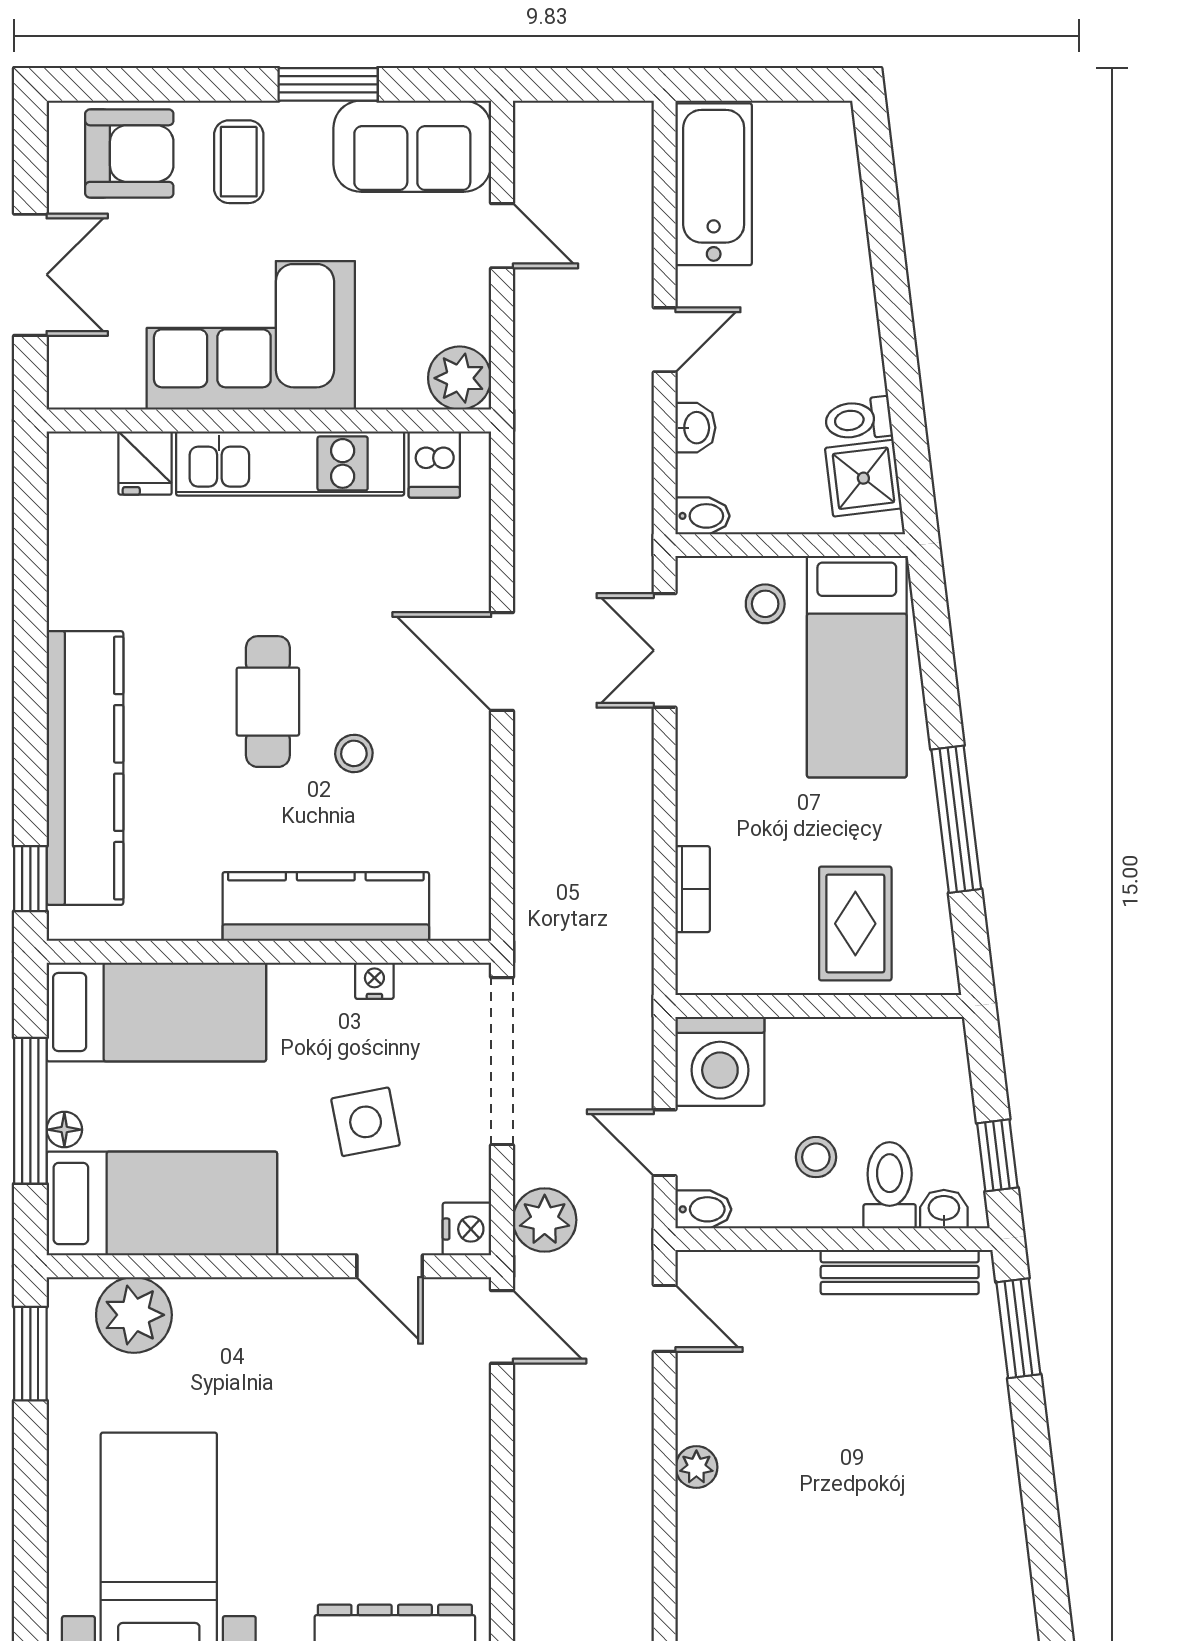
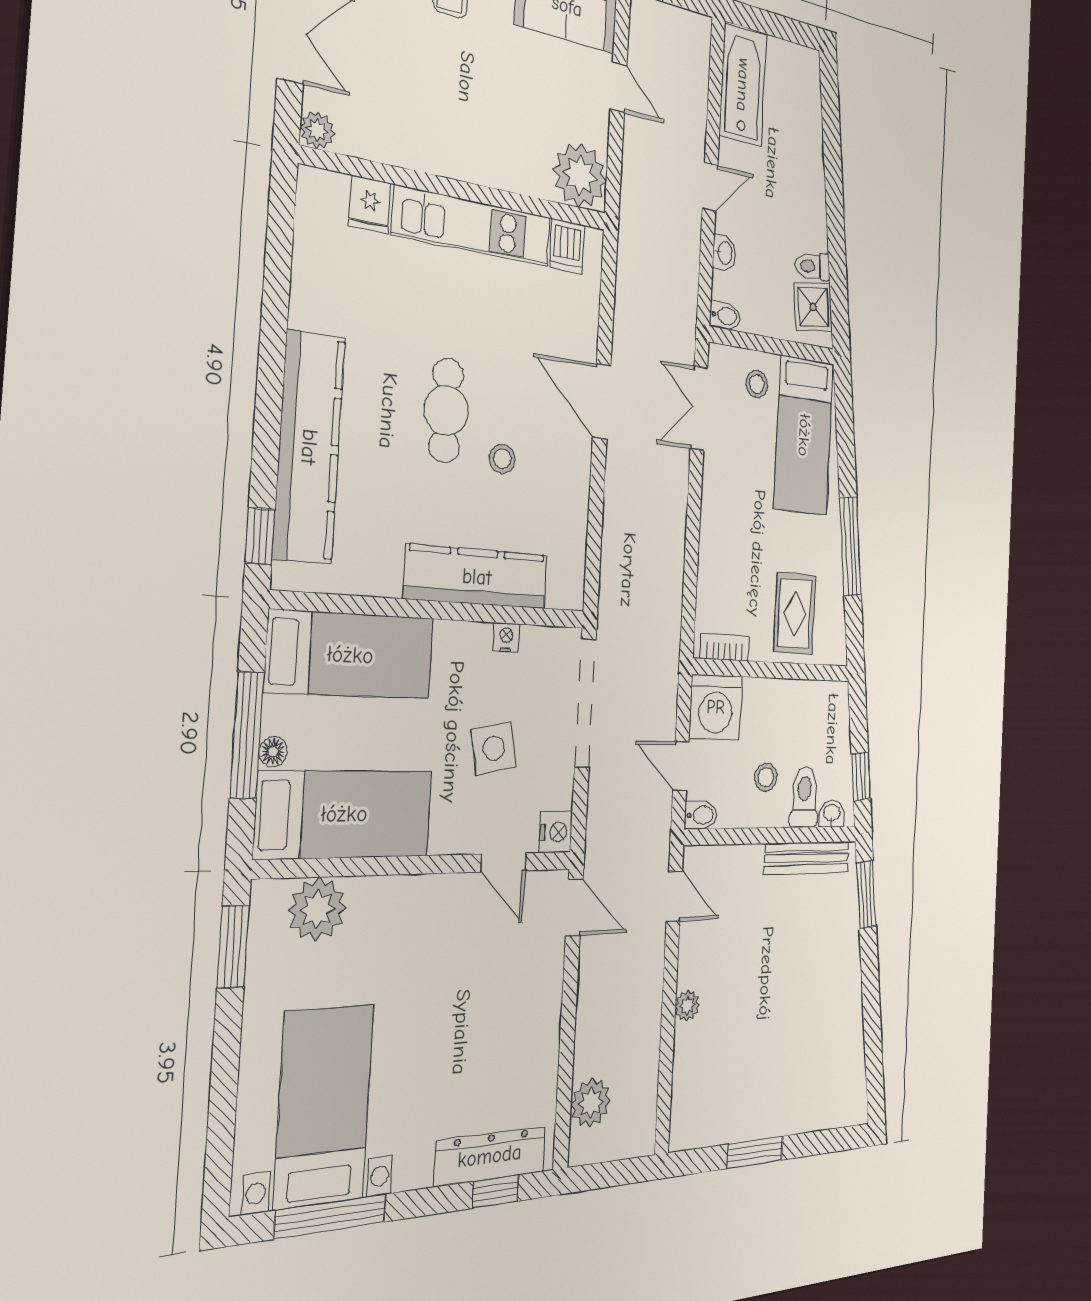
corner sofa: (251, 335) -> (451, 120), removed
plant: (460, 378) -> (580, 175), width x1.36, depth x1.36
plant: (69, 387) -> (317, 130), added
bookcase: (693, 889) -> (725, 648), moved, turned -90
plant: (545, 1220) -> (591, 1103), moved

